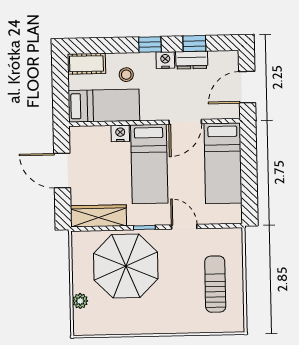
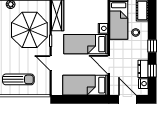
nightstand: (165, 60) -> (143, 84), moved
door: (184, 227) -> (51, 63), swing flipped

